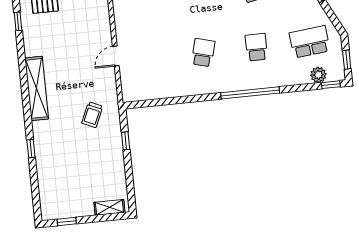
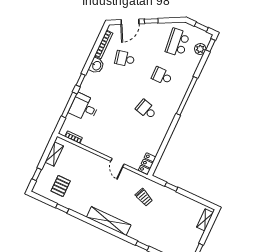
locker: (137, 94) -> (147, 164), added

